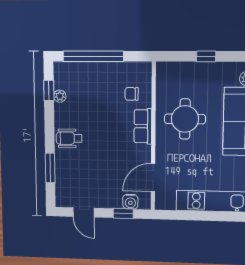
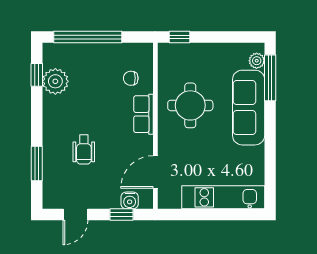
window: (206, 56) -> (179, 37), moved
plant: (60, 96) -> (55, 81), width x1.88, depth x1.88
wheelchair: (69, 138) -> (84, 150), moved, turned -90
door: (84, 212) -> (75, 215), hinge flipped

